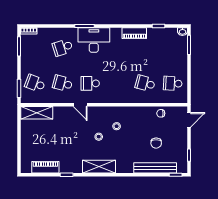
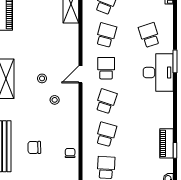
piano: (134, 33) -> (166, 143), moved
school desk: (118, 83) -> (106, 101), added
door: (80, 105) -> (80, 74), moved

